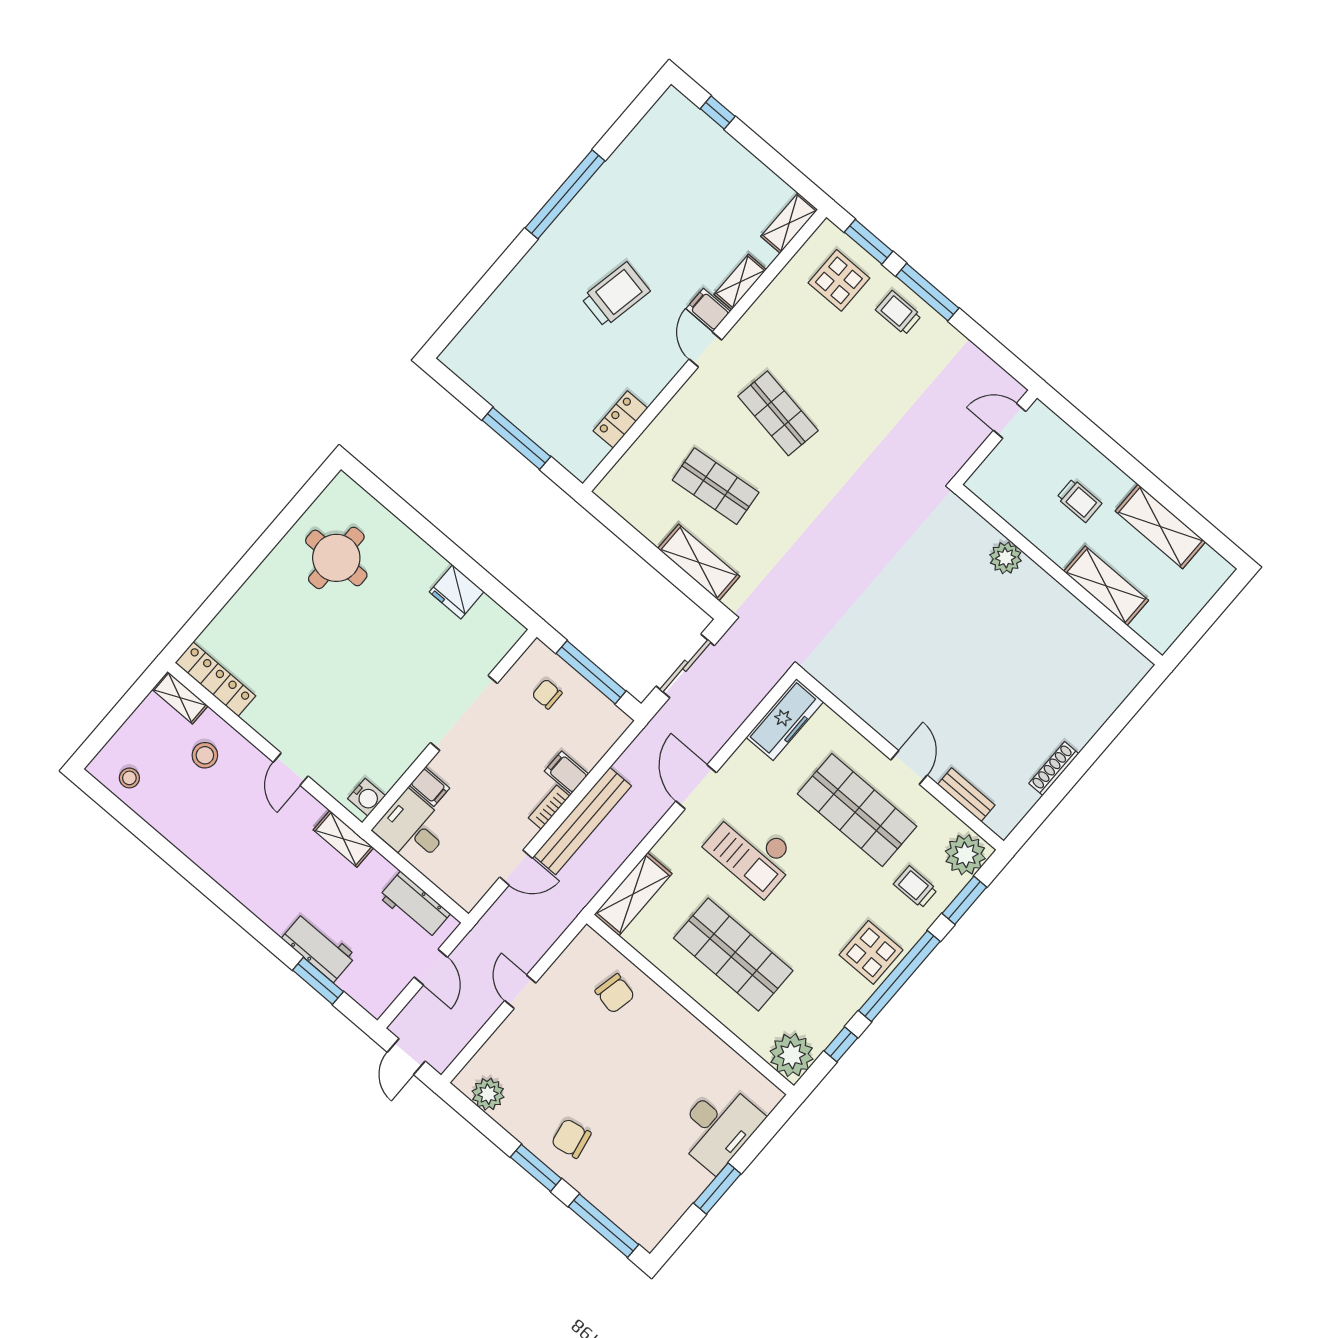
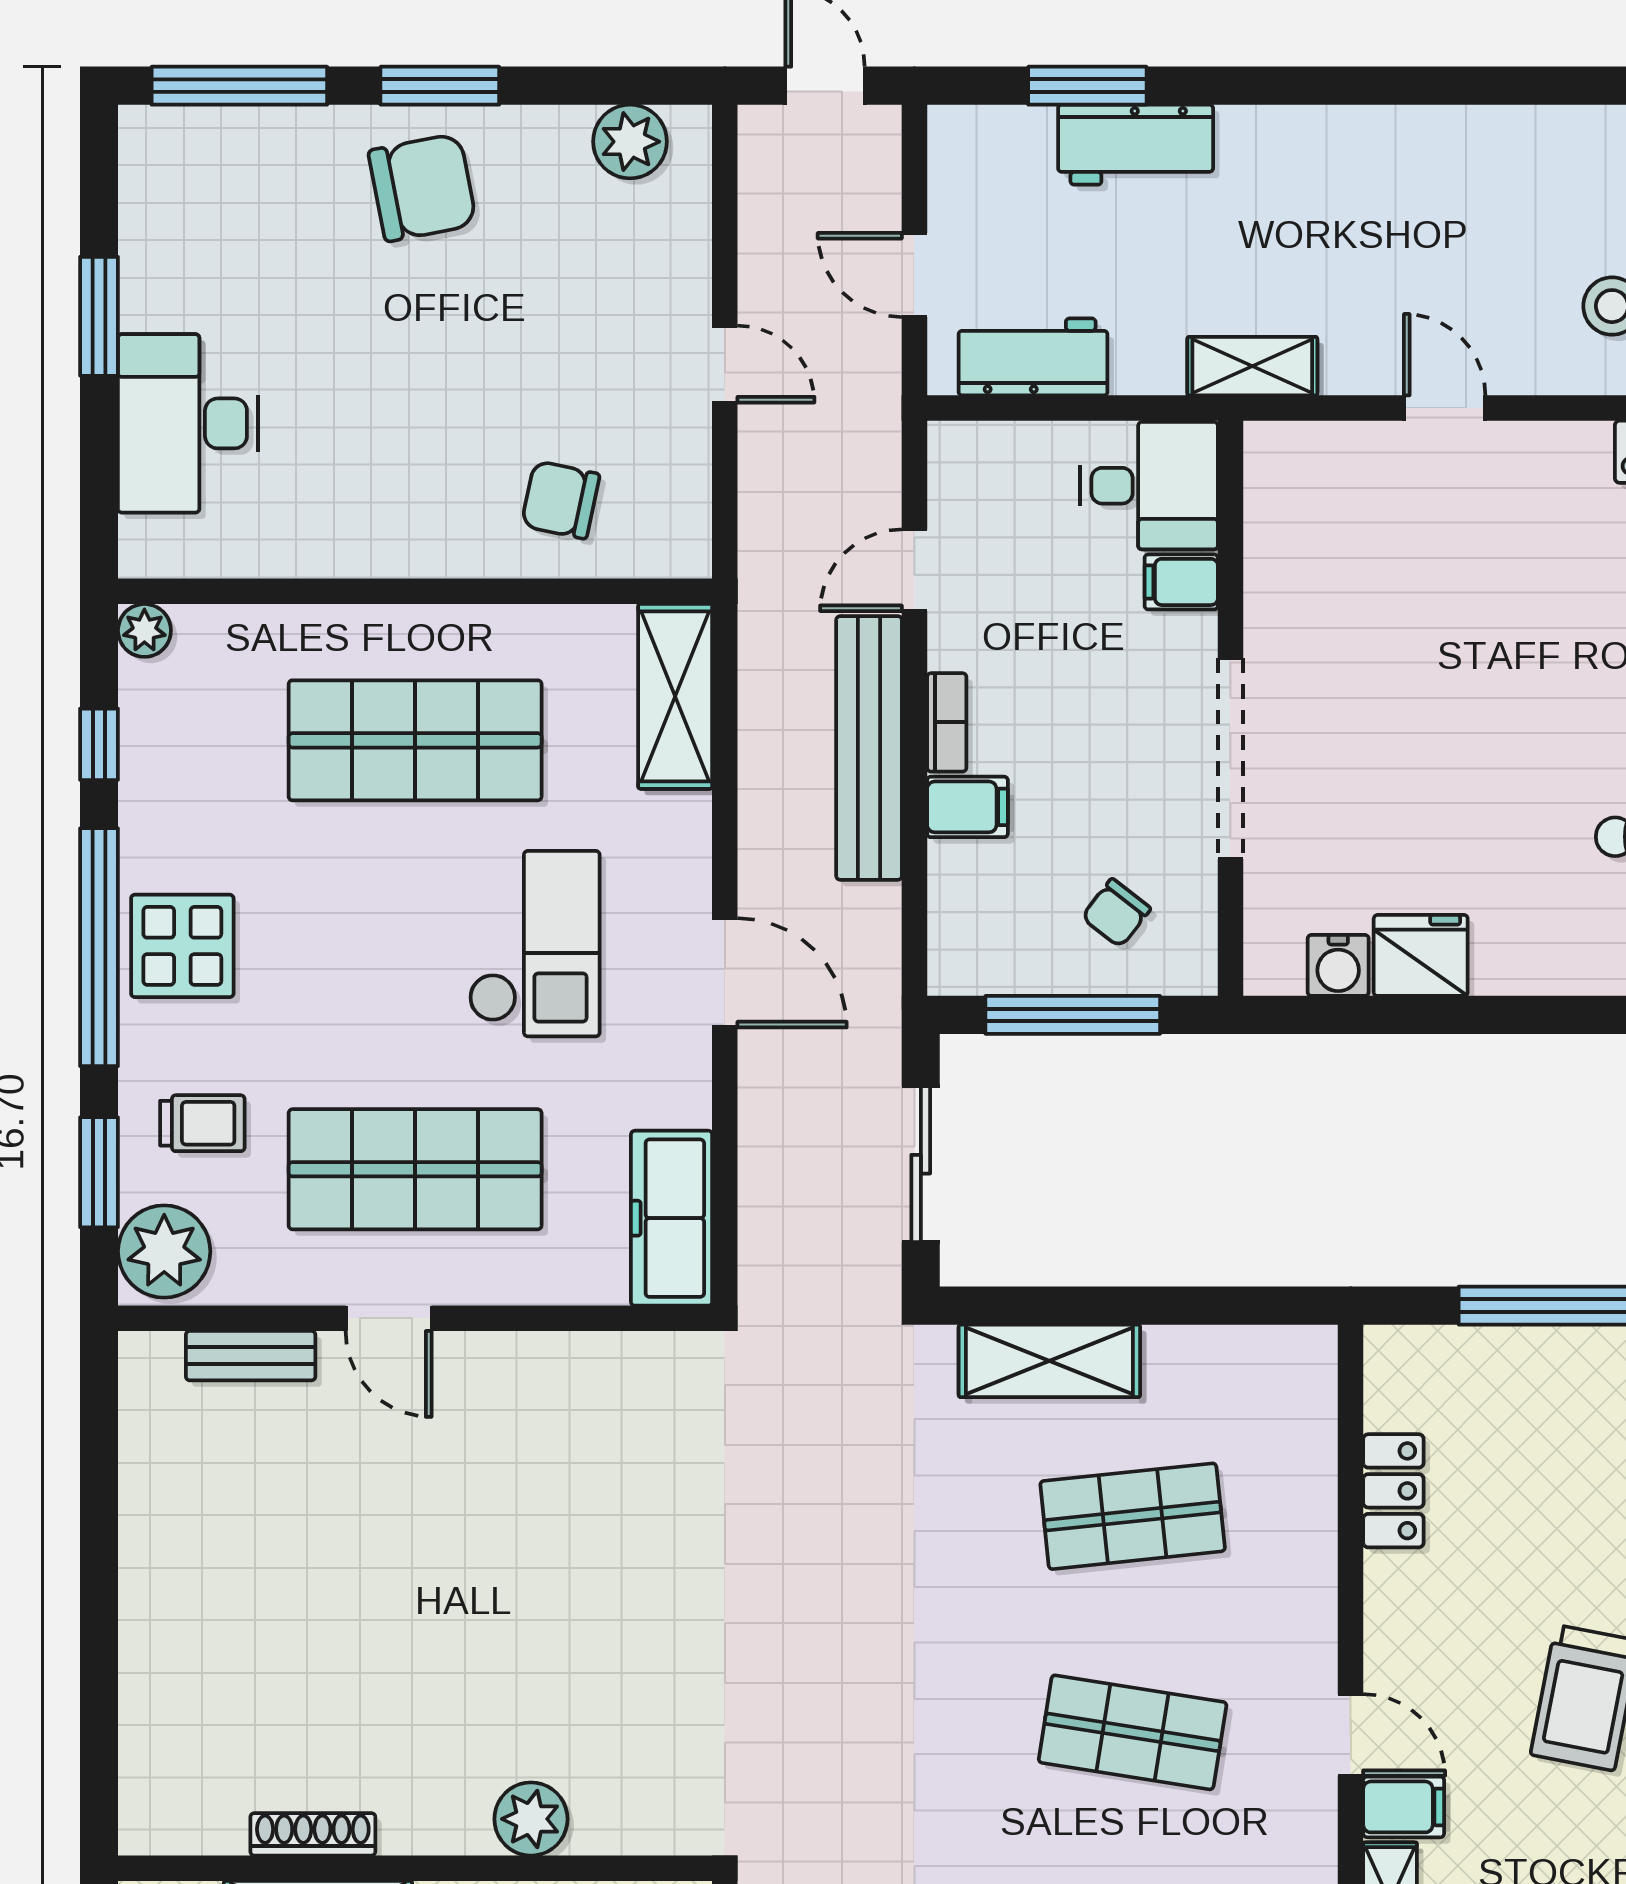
chair: (547, 694) -> (1116, 913), turned 128
shoe rack: (1054, 768) -> (313, 1834), moved, turned -90
water cooler: (367, 797) -> (1338, 965), moved, turned -90
checkout: (752, 852) -> (534, 944), turned 90
plant: (792, 1055) -> (144, 630), width x0.53, depth x0.53
chair: (571, 1138) -> (423, 188), width x1.37, depth x1.37

